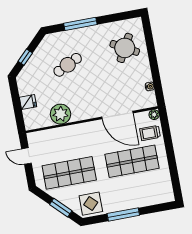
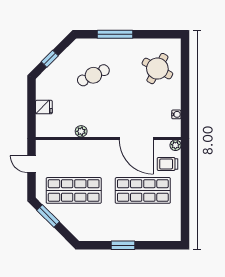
plant: (60, 114) -> (81, 131), width x0.53, depth x0.53
display table: (91, 204) -> (91, 227), removed
window: (61, 208) -> (48, 216), moved
window: (123, 214) -> (123, 245), width x0.69

